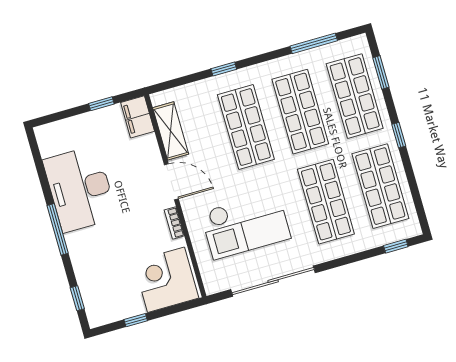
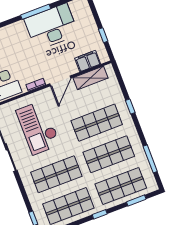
filing cabinet: (138, 117) -> (88, 61), moved
window: (58, 229) -> (36, 12), moved

